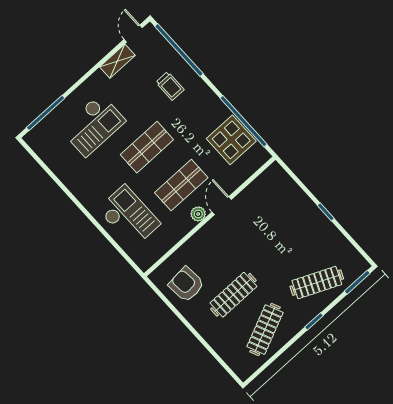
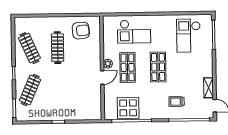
checkout: (93, 125) -> (189, 36), moved
door: (222, 206) -> (102, 77), hinge flipped

